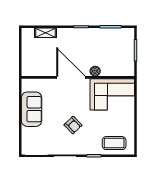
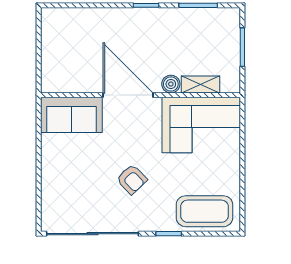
shelving: (46, 33) -> (201, 84), moved
sofa: (32, 109) -> (71, 115), moved, turned 90
coffee table: (114, 143) -> (204, 211), width x1.36, depth x1.32

